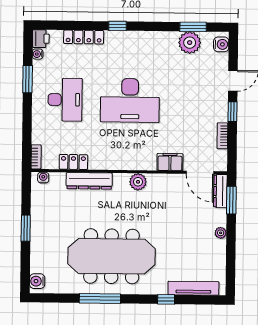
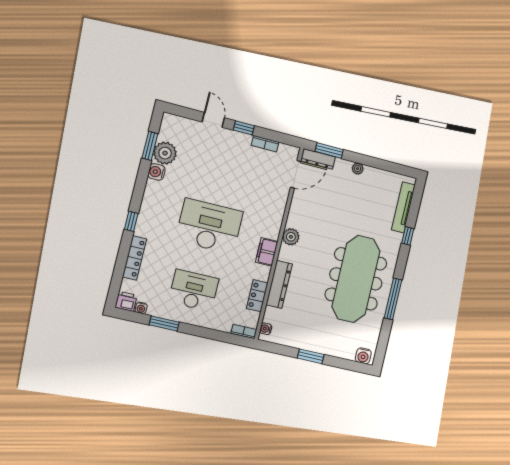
water cooler: (221, 44) -> (156, 172), moved, turned -90
desk: (130, 100) -> (209, 226), turned -90
filing cabinet: (170, 162) -> (267, 252), moved

